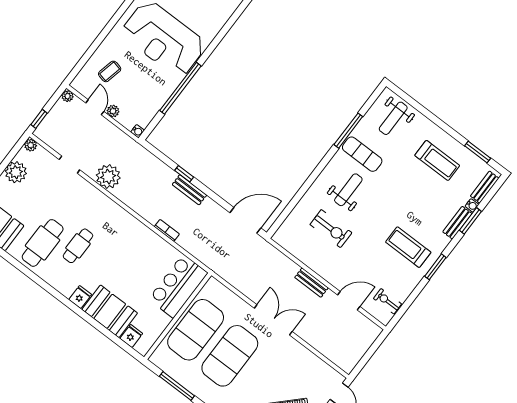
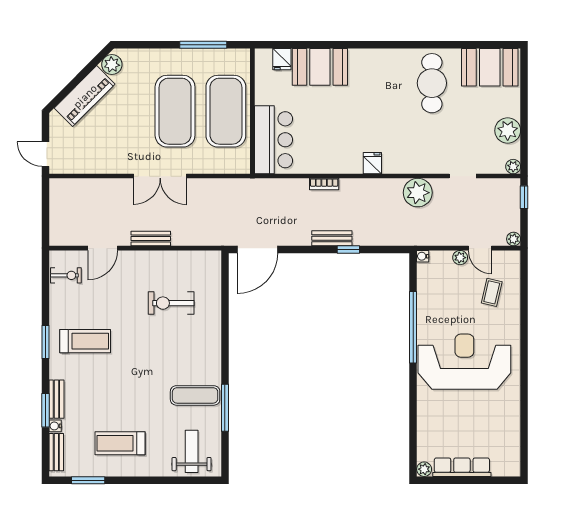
weight bench: (348, 190) -> (183, 352), removed
cafe table: (78, 246) -> (397, 106), removed
fridge: (80, 297) -> (372, 163), moved, turned 180

